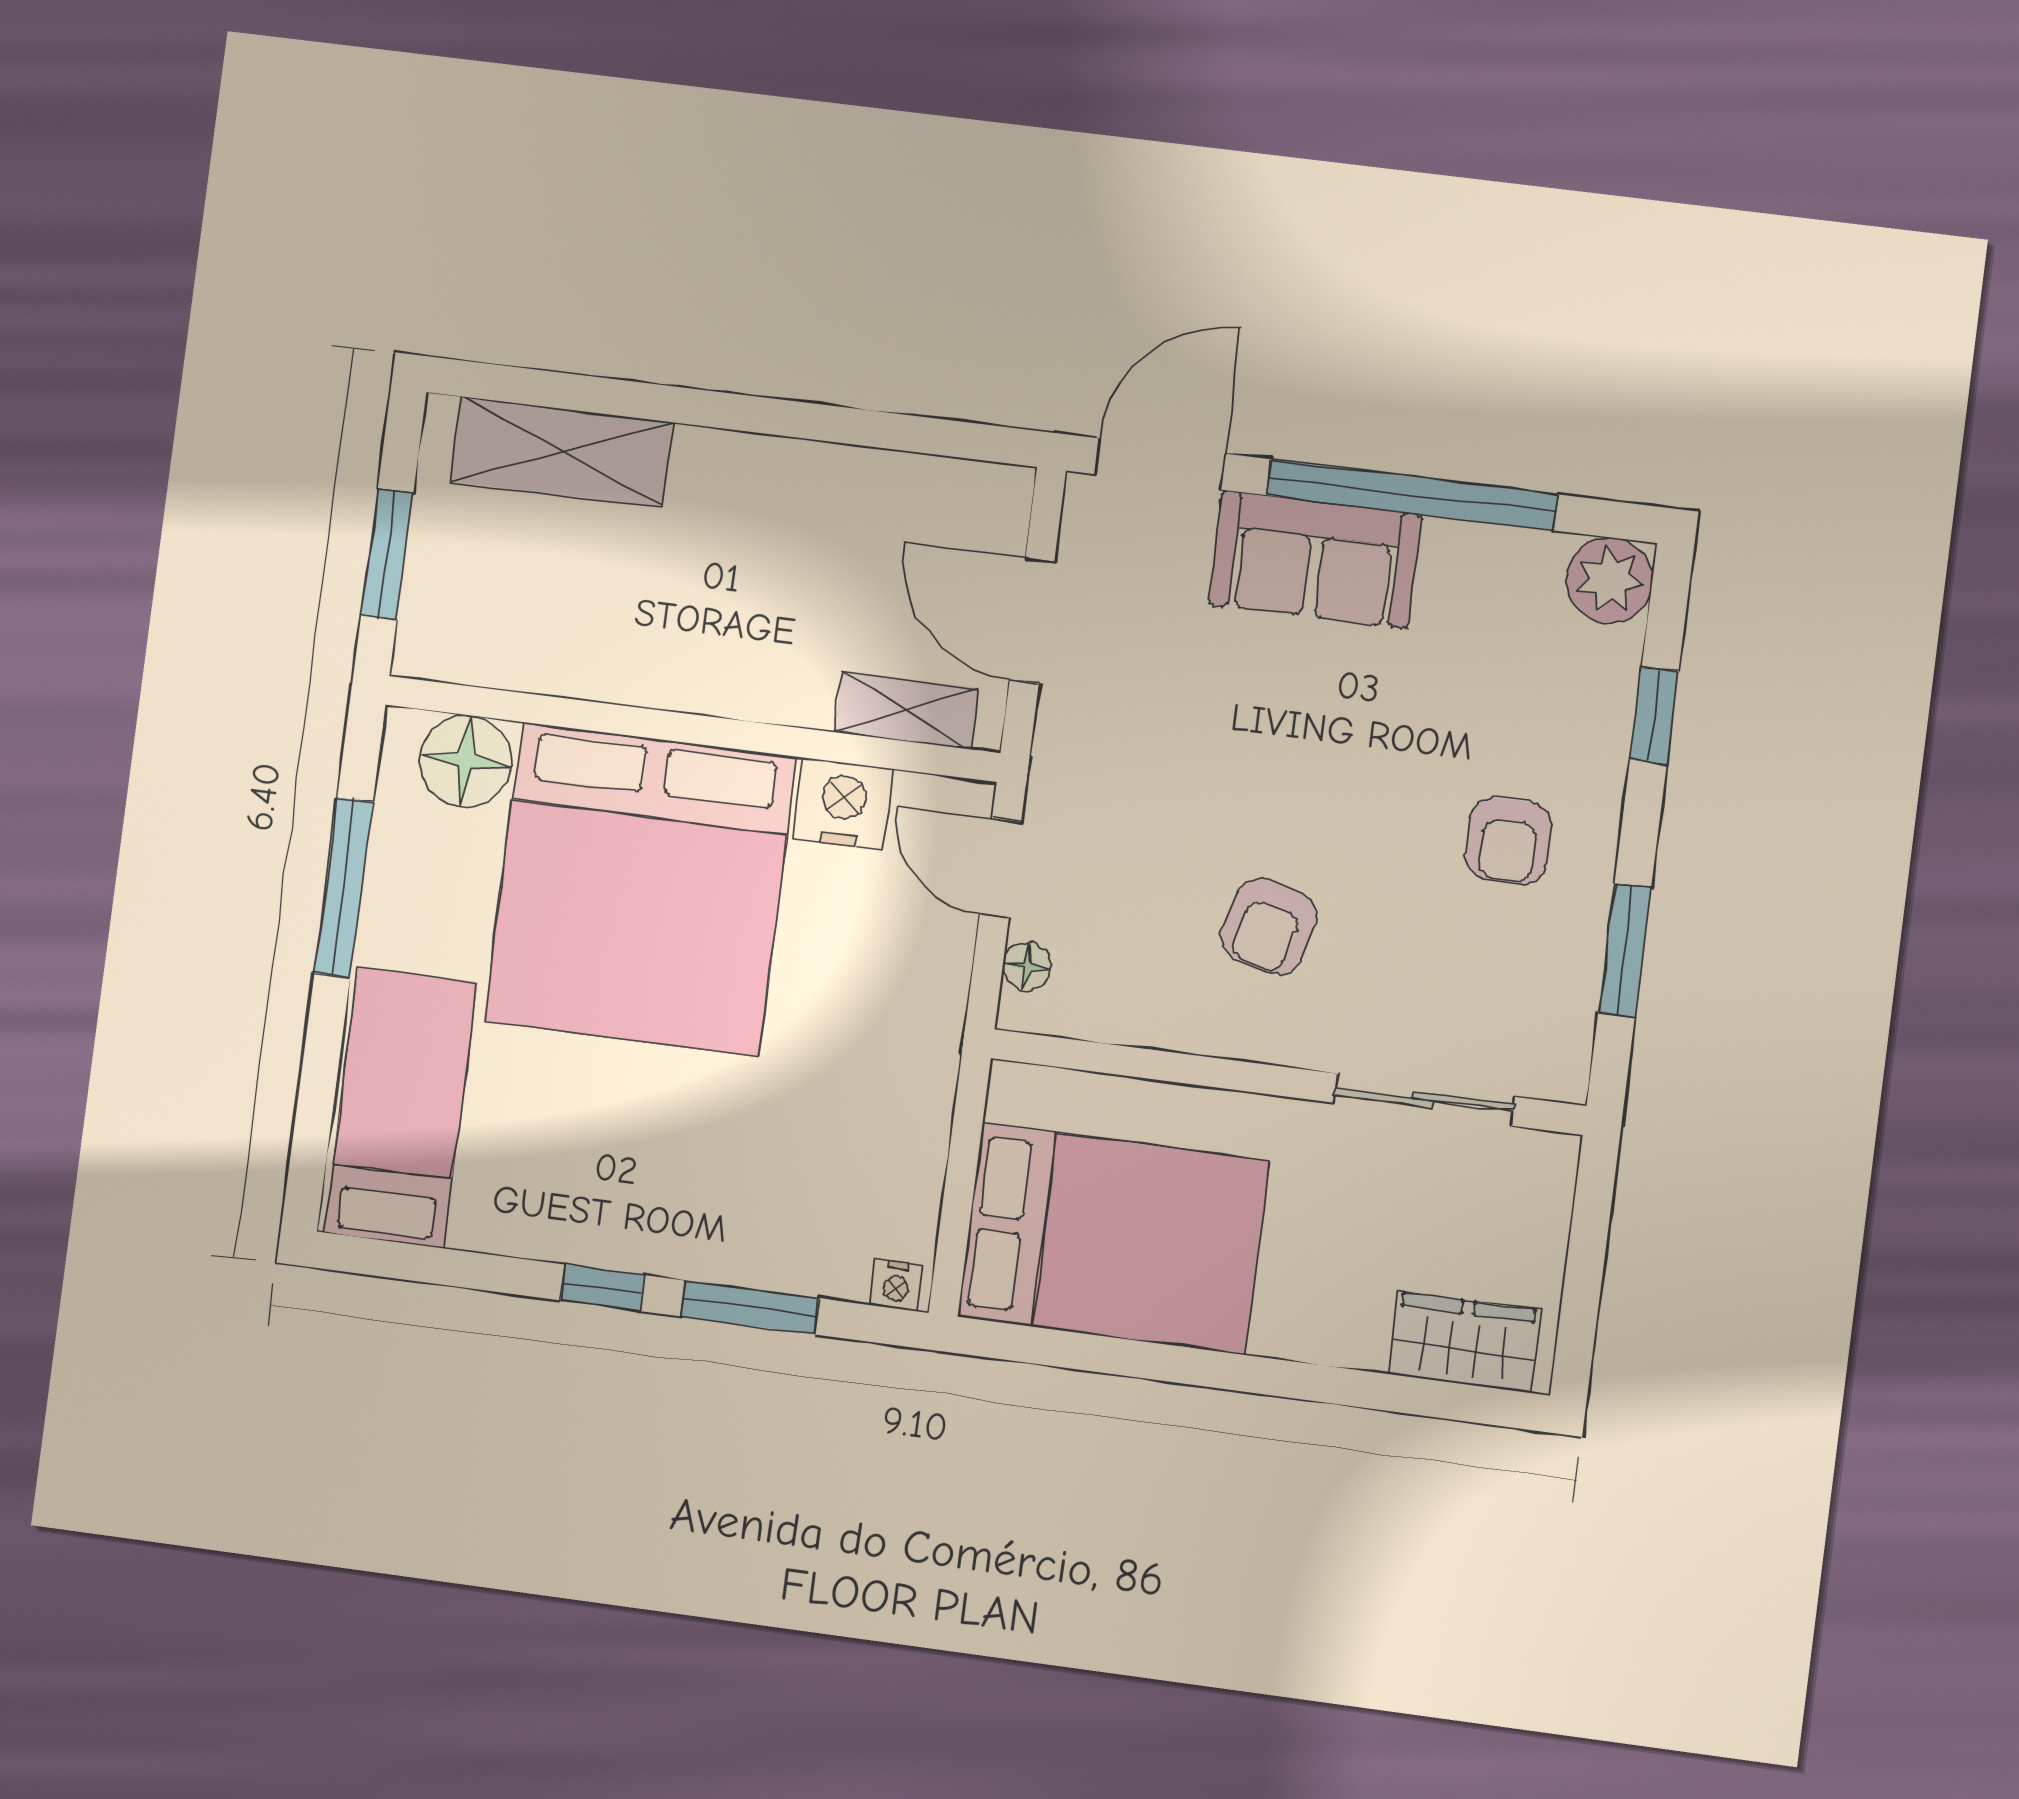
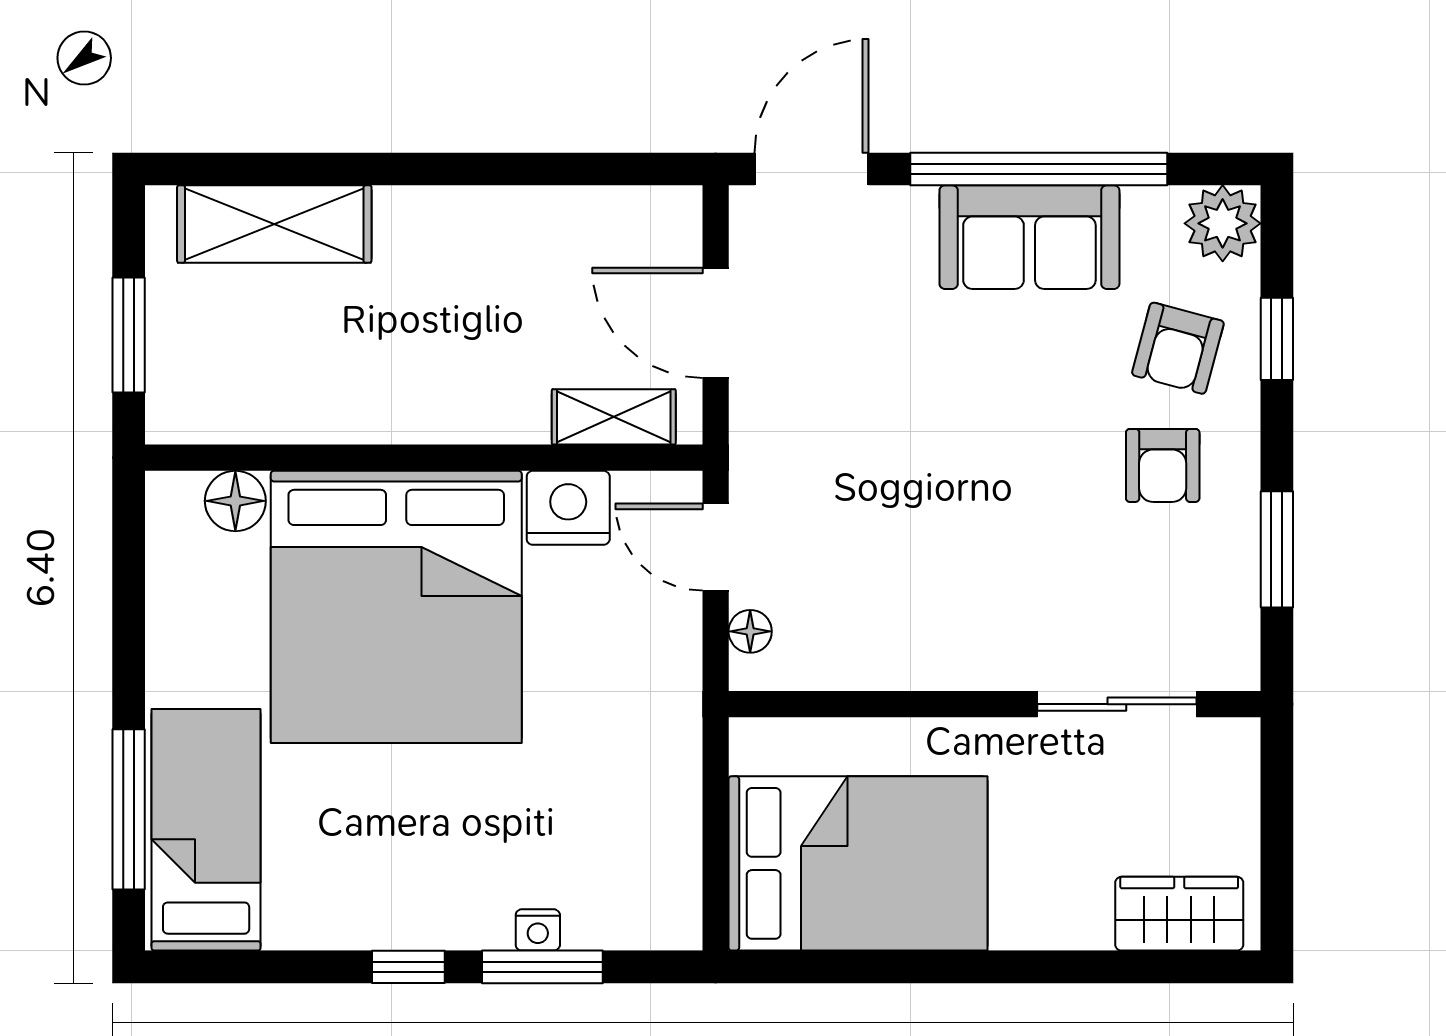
sofa: (1315, 559) -> (1029, 237), moved
floor lamp: (466, 761) -> (235, 501), width x0.73, depth x0.73
window: (344, 888) -> (129, 809), moved
armchair: (1269, 927) -> (1178, 348), moved
nightstand: (896, 1285) -> (538, 930), moved

